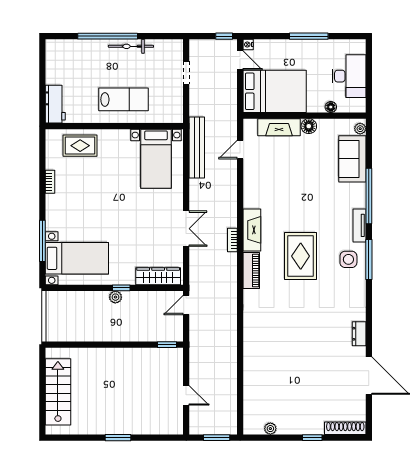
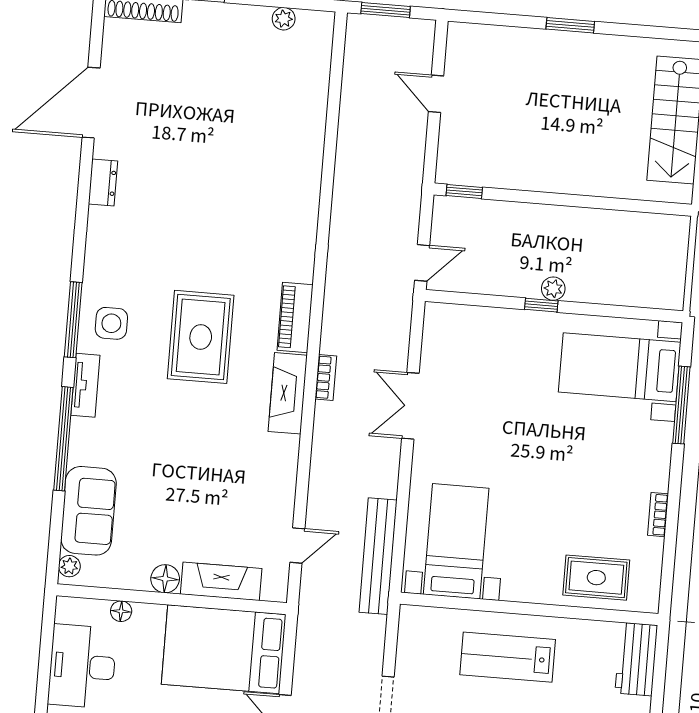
wardrobe: (158, 276) -> (470, 321), removed
door: (369, 376) -> (91, 103), hinge flipped

